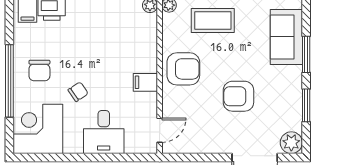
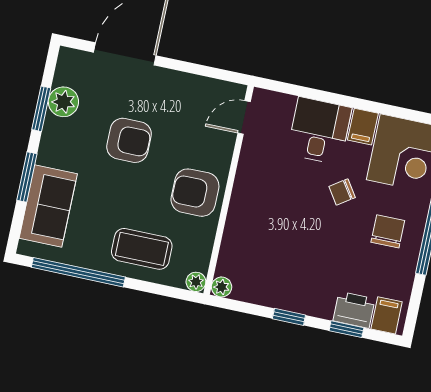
filing cabinet: (145, 82) -> (363, 127), moved, turned 90
plant: (291, 143) -> (63, 102), moved

